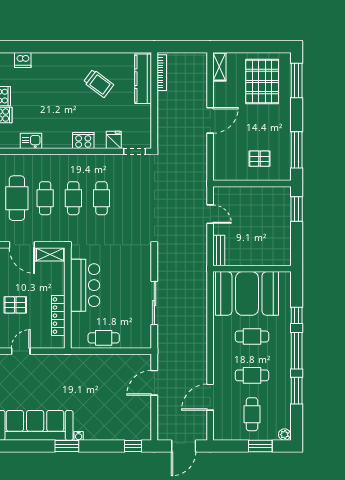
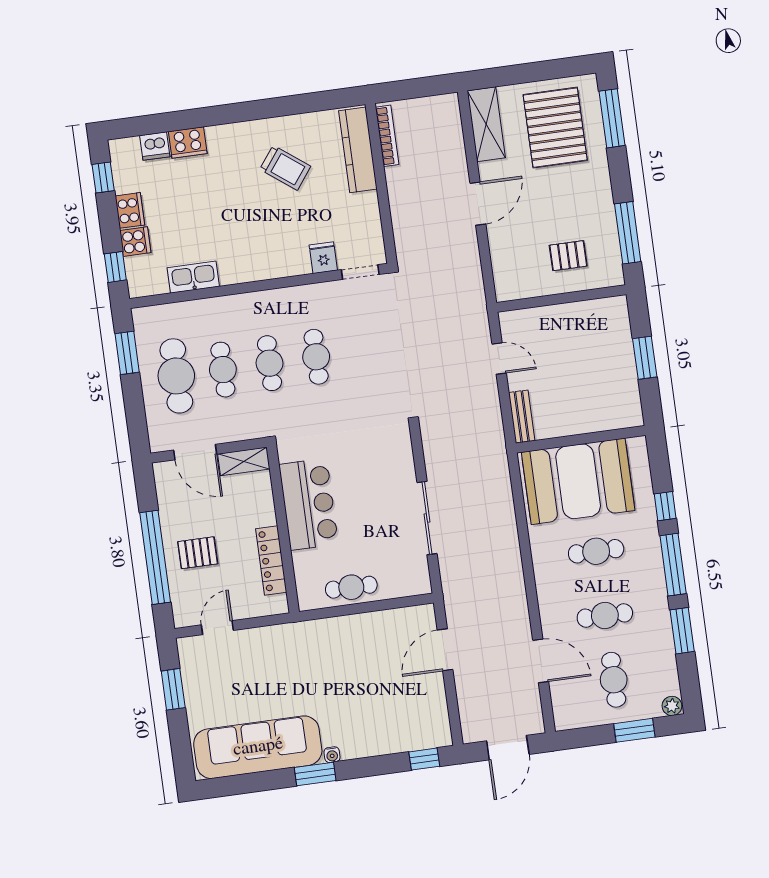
shelving: (219, 67) -> (486, 124), width x1.50, depth x1.33
cooker: (83, 140) -> (188, 143), moved, turned 180
kitchen sink: (31, 141) -> (193, 277), width x1.38
window: (297, 209) -> (645, 358), moved
door: (210, 397) -> (541, 661), swing flipped

